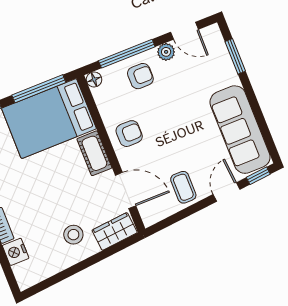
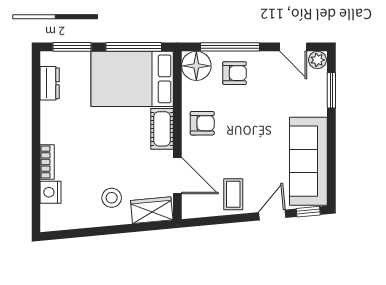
plant: (166, 52) -> (317, 60), moved
floor lamp: (94, 79) -> (196, 66), width x1.89, depth x1.89

